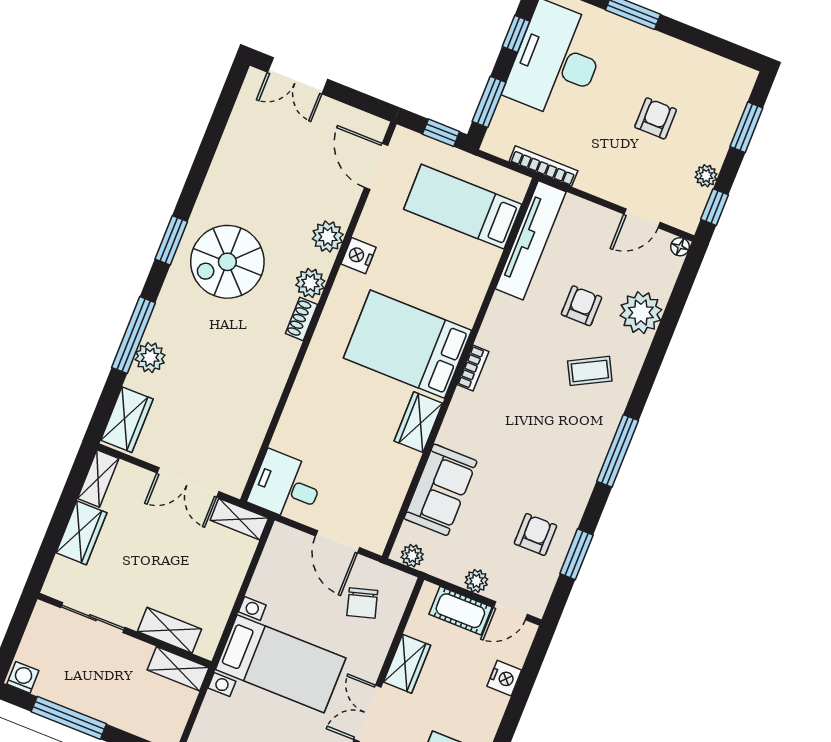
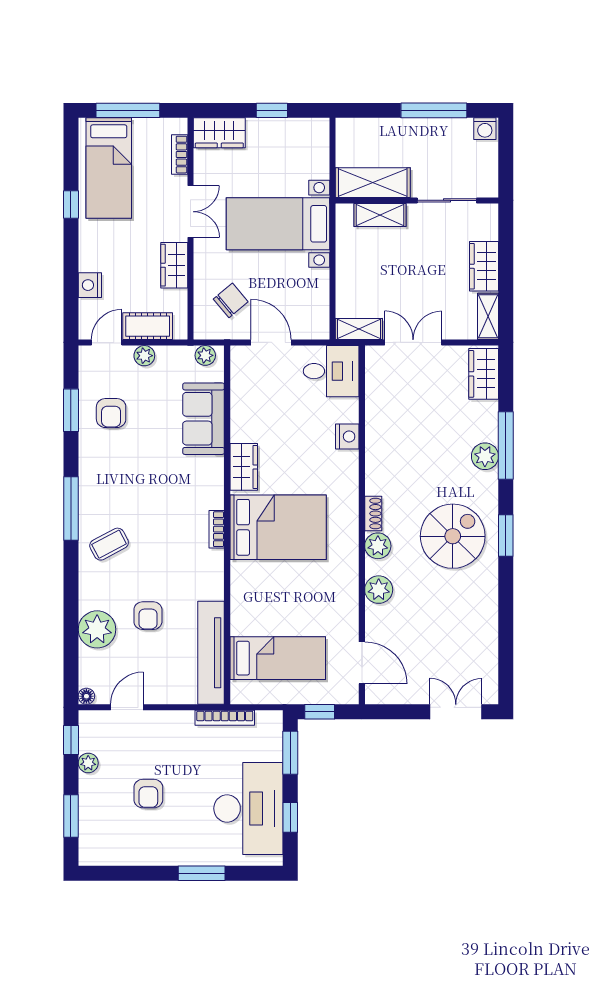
nightstand: (358, 256) -> (347, 436), moved
plant: (150, 357) -> (485, 456), moved
coffee table: (590, 371) -> (109, 544), moved
chair: (362, 603) -> (231, 300), turned 66
shelving: (178, 669) -> (373, 183), width x1.50, depth x1.33

